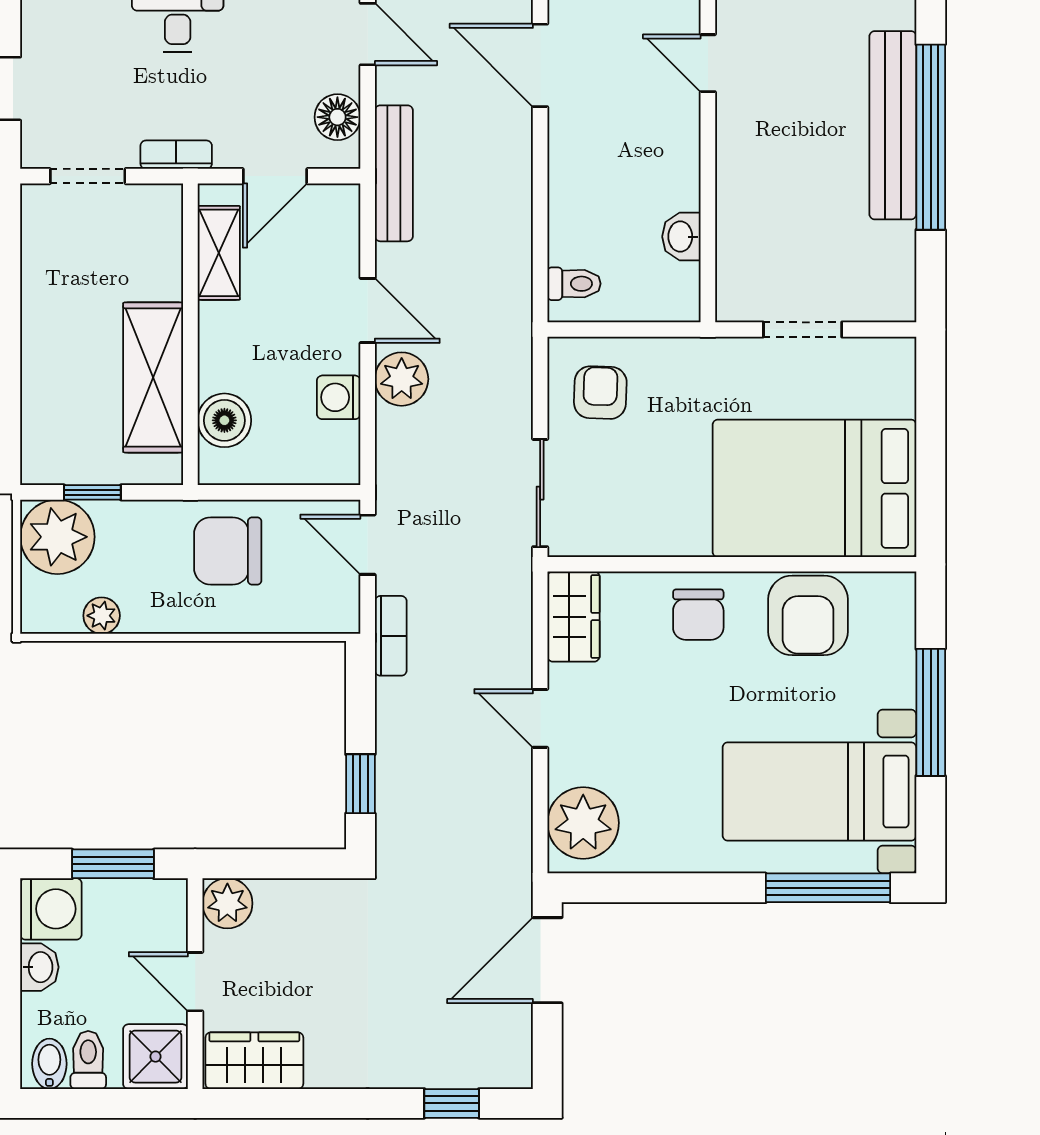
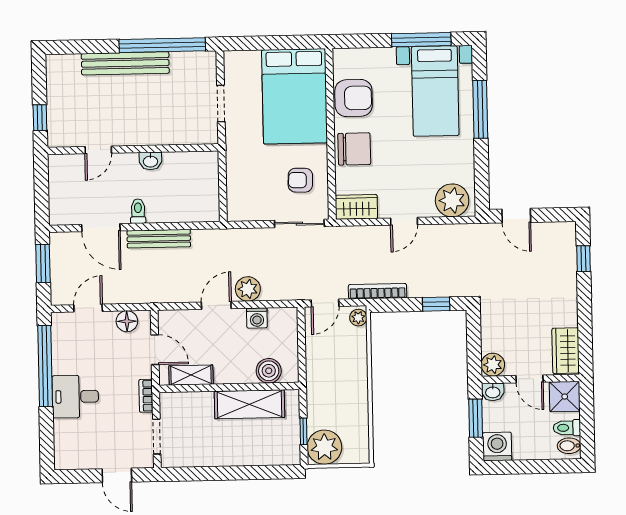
door: (540, 65) -> (101, 228), hinge flipped
window: (931, 137) -> (162, 45), moved
bench: (394, 173) -> (159, 239), moved
washbasin: (681, 237) -> (150, 161), moved
toilet: (574, 284) -> (138, 211), moved
armchair: (600, 393) -> (300, 180), moved
chair: (228, 551) -> (329, 368), removed
chair: (698, 615) -> (354, 149), width x1.37, depth x1.37
plant: (102, 616) -> (358, 318), moved
bookcase: (391, 636) -> (378, 291), width x1.56
window: (931, 712) -> (421, 40), moved
window: (828, 888) -> (480, 109), moved
door: (547, 960) -> (516, 216), width x0.73
washbasin: (39, 967) -> (493, 392), moved, turned 180
door: (195, 982) -> (530, 379), hinge flipped

